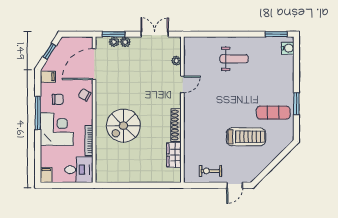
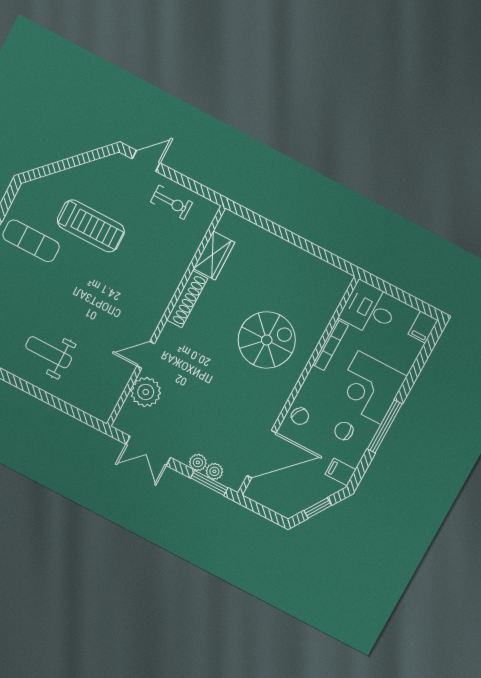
plant: (176, 61) -> (146, 392), width x1.88, depth x1.88
treadmill: (246, 137) -> (91, 226), turned 180

